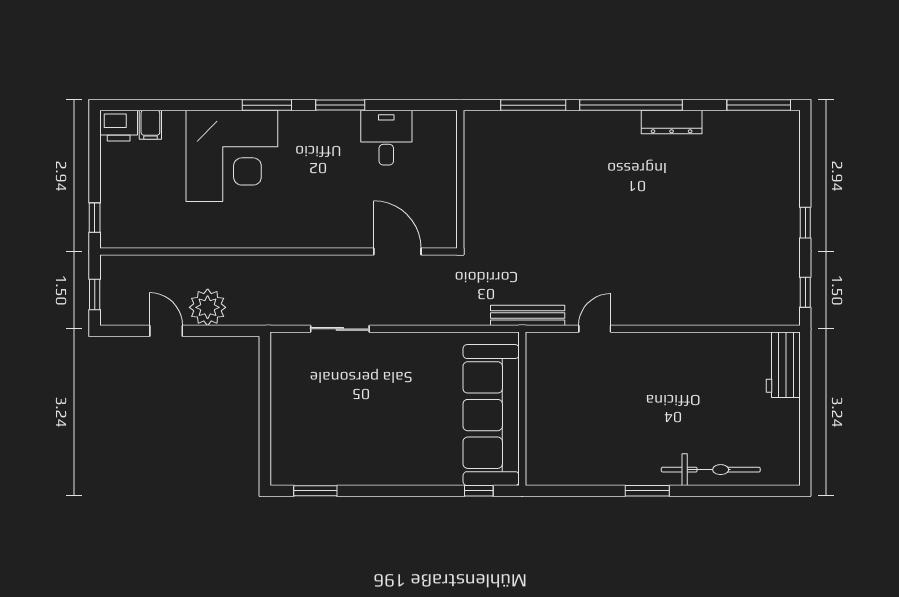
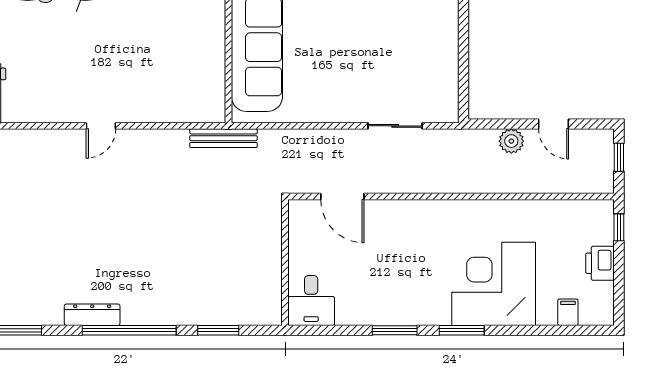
window: (533, 105) -> (218, 330), width x0.69
printer: (119, 126) -> (600, 263), moved, turned -90
desk: (386, 138) -> (311, 300), moved
plant: (208, 307) -> (511, 141), width x0.73, depth x0.73
door: (595, 329) -> (101, 126), moved

